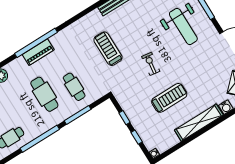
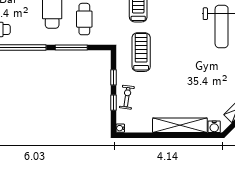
exercise bike: (151, 64) -> (127, 97), moved
treadmill: (169, 98) -> (141, 52), moved, turned -90

